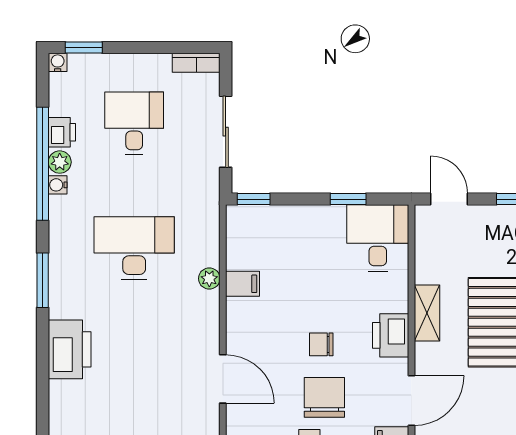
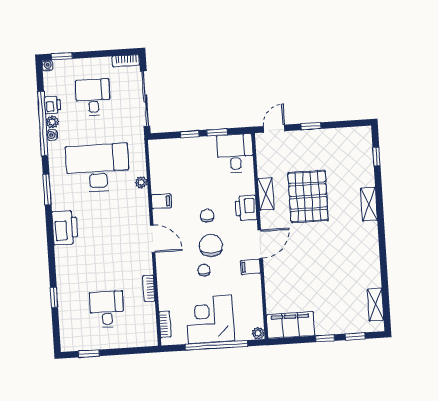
sliding door: (226, 132) -> (145, 99), width x1.37
window: (254, 199) -> (190, 134), moved
door: (449, 199) -> (274, 129), hinge flipped
desk: (134, 248) -> (98, 168), width x1.36, depth x1.30
filing cabinet: (242, 284) -> (161, 201), moved
chair: (321, 344) -> (207, 216), turned 90

